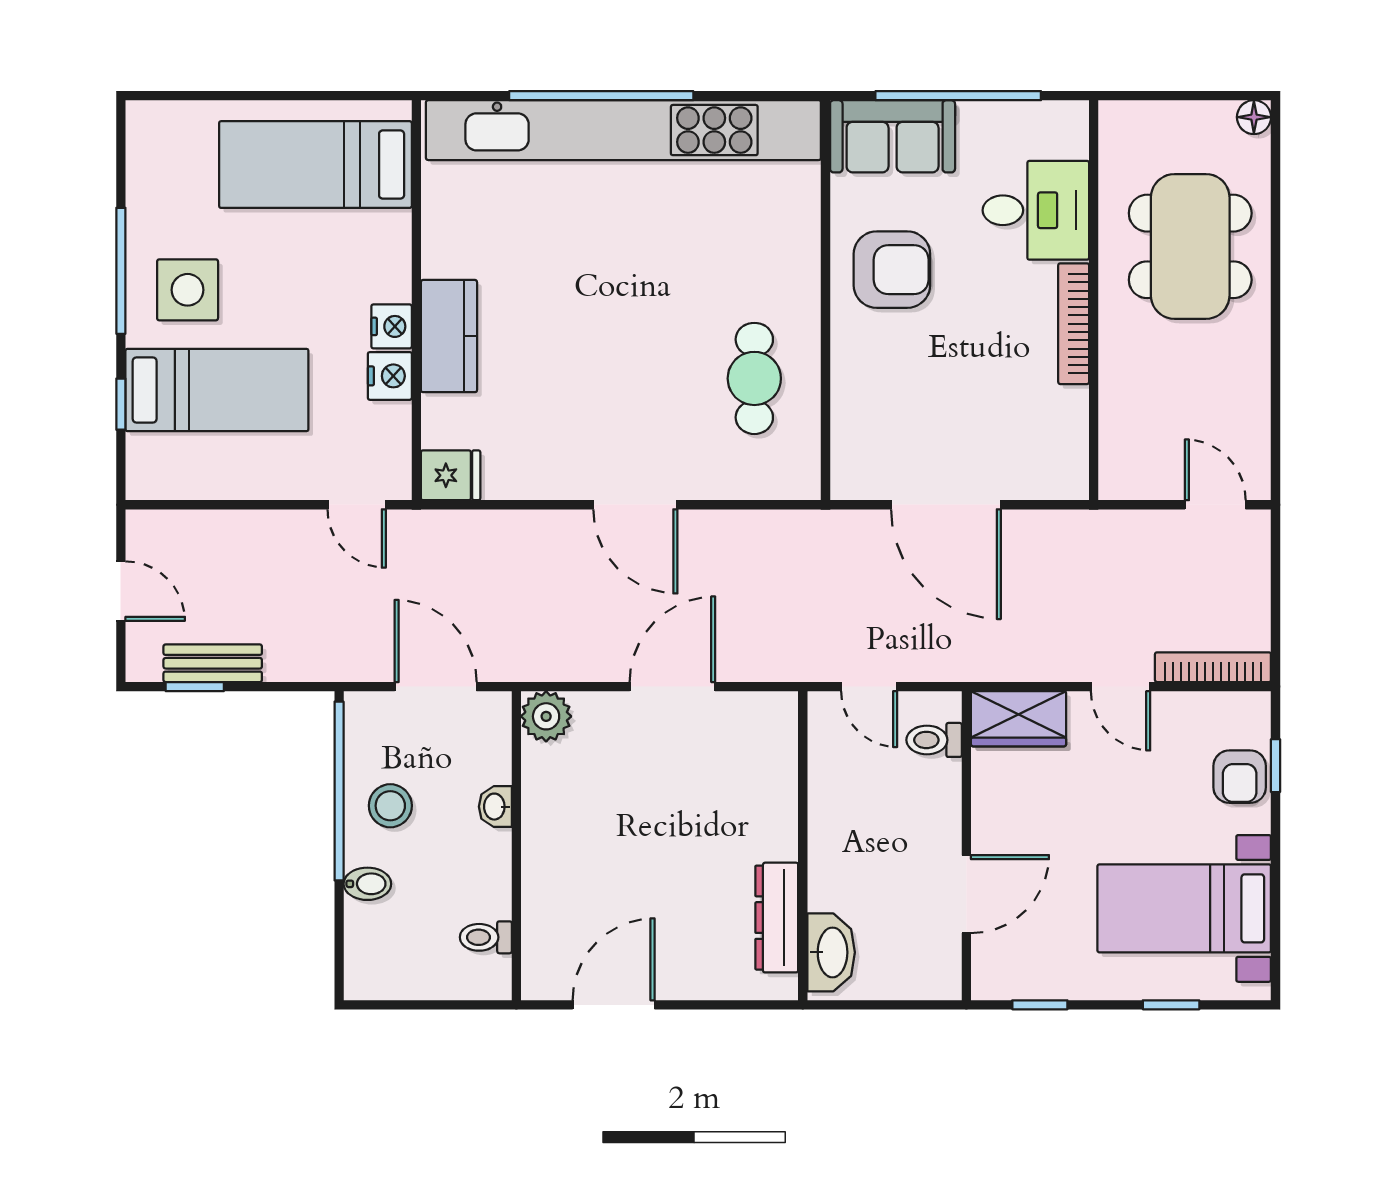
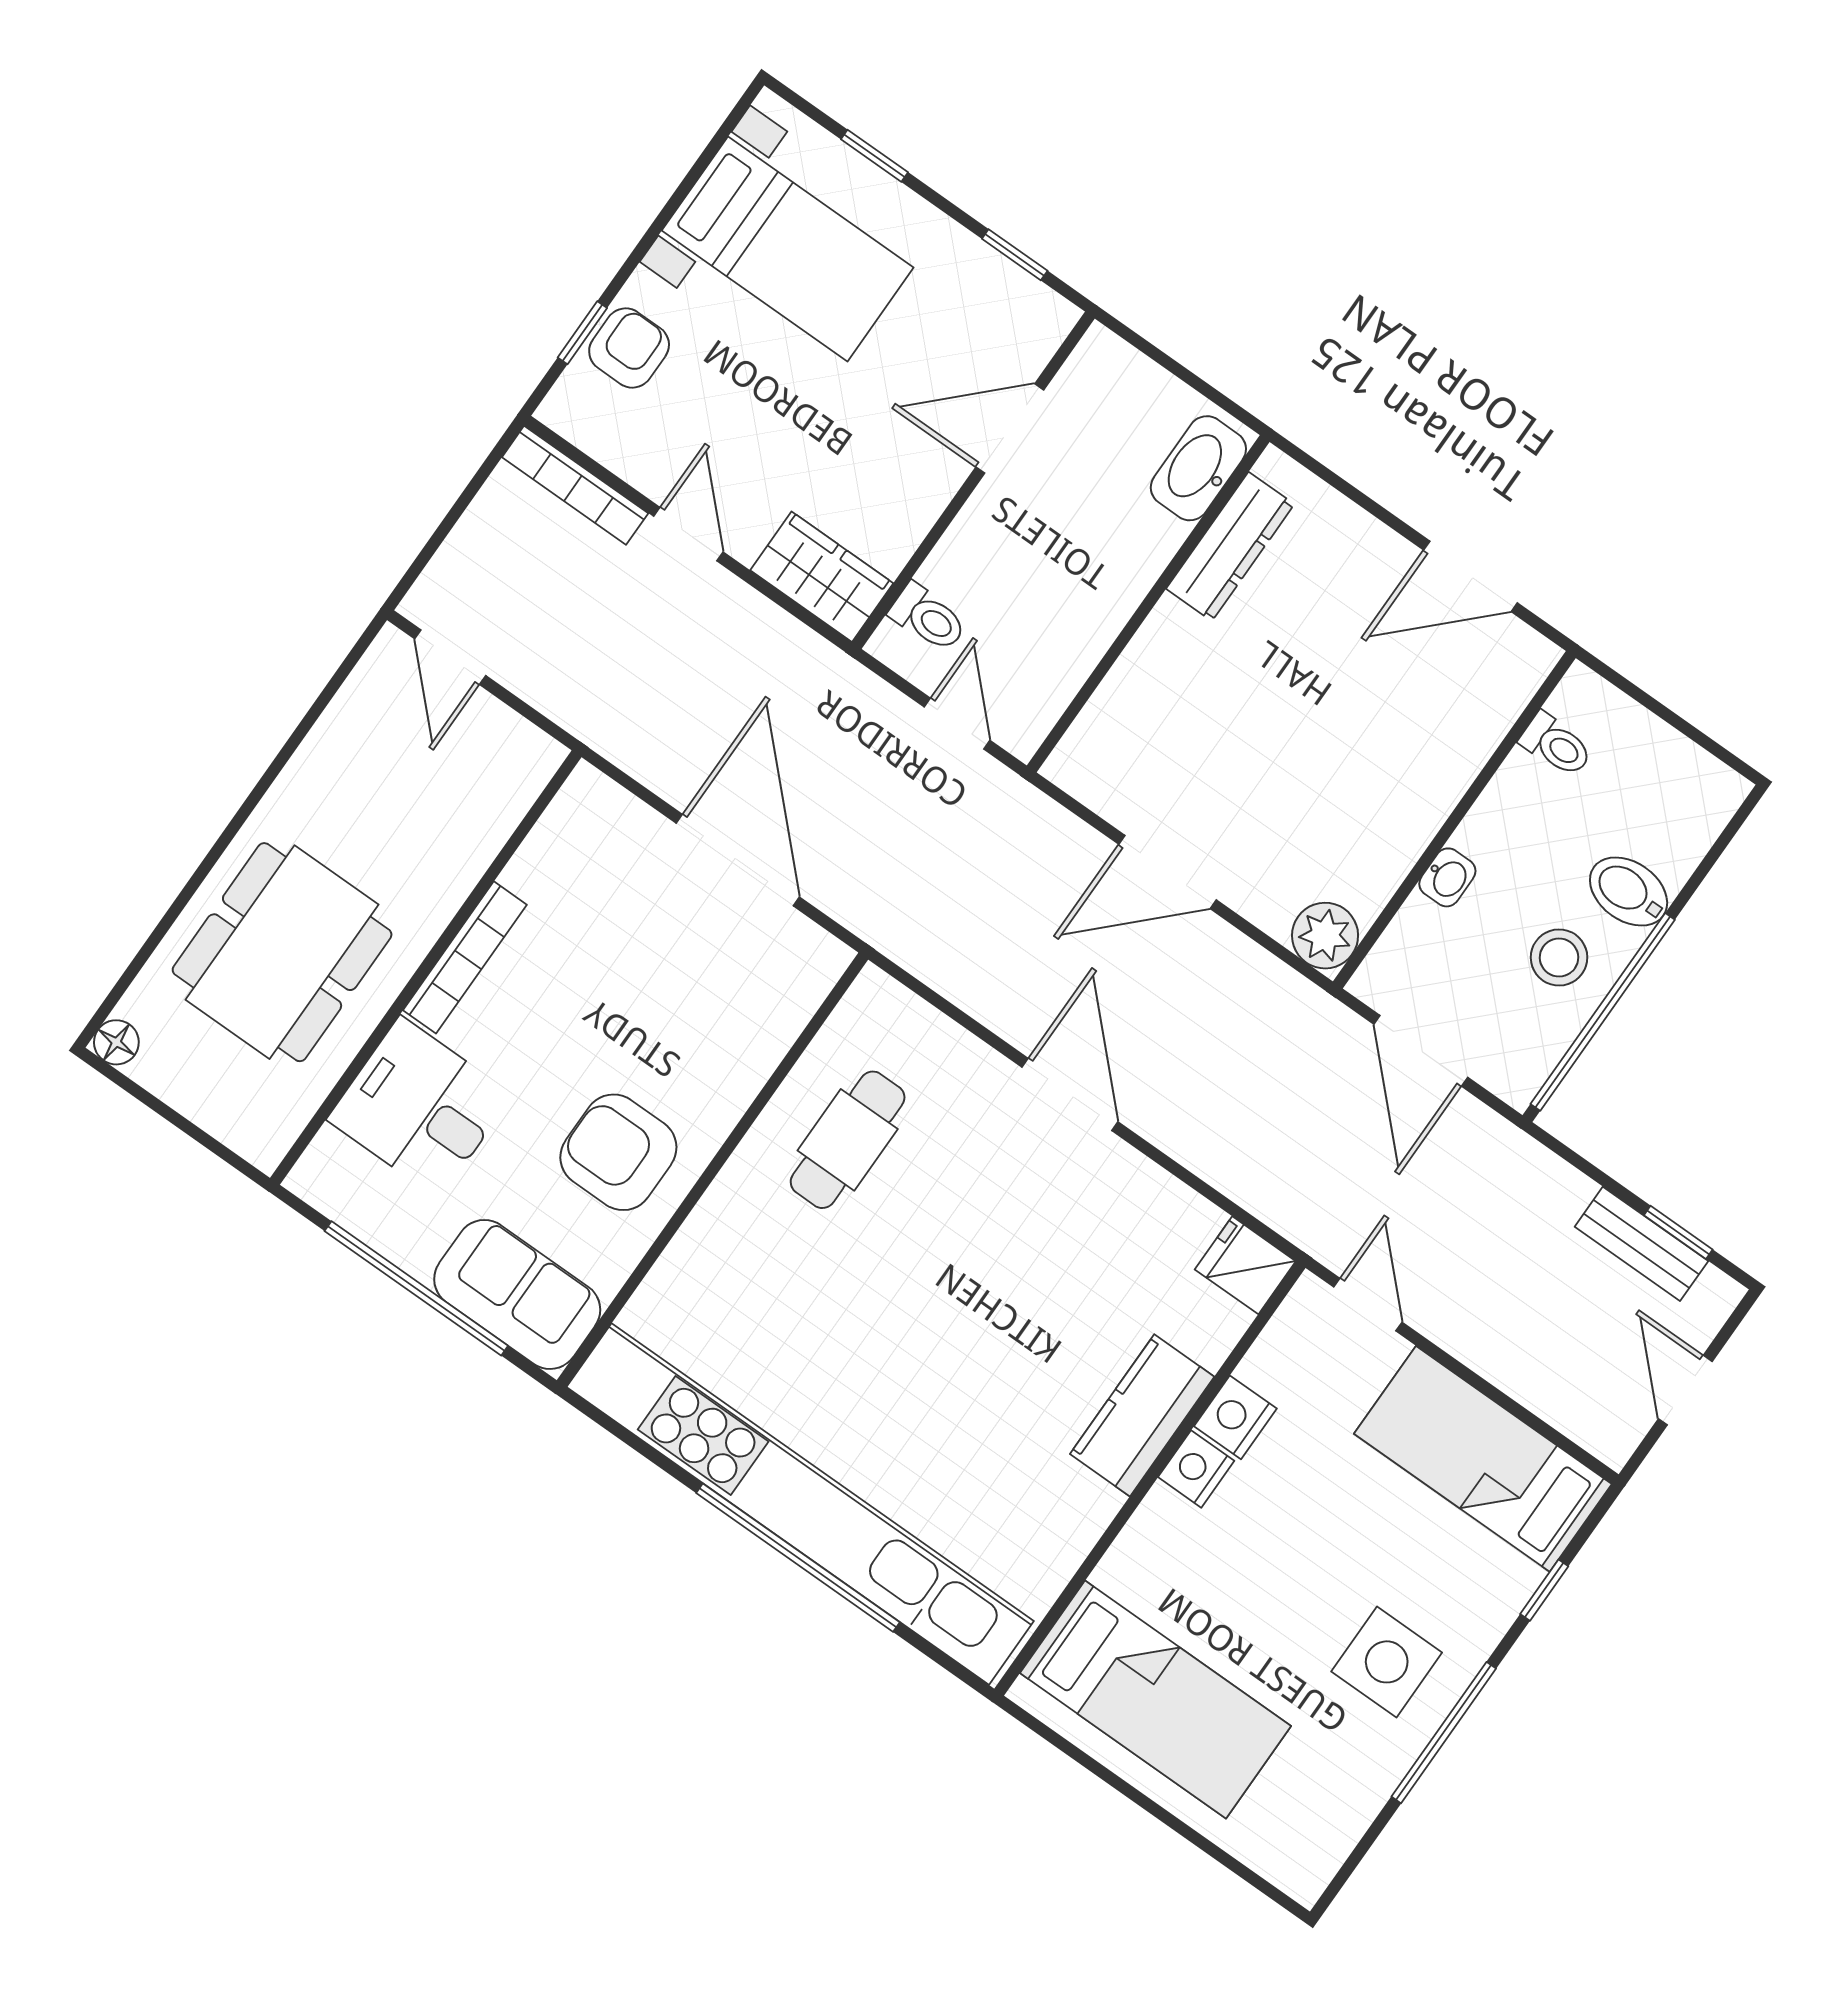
bed: (217, 390) -> (1483, 1459), moved
bidet: (367, 884) -> (1629, 891), width x1.38, depth x1.36

